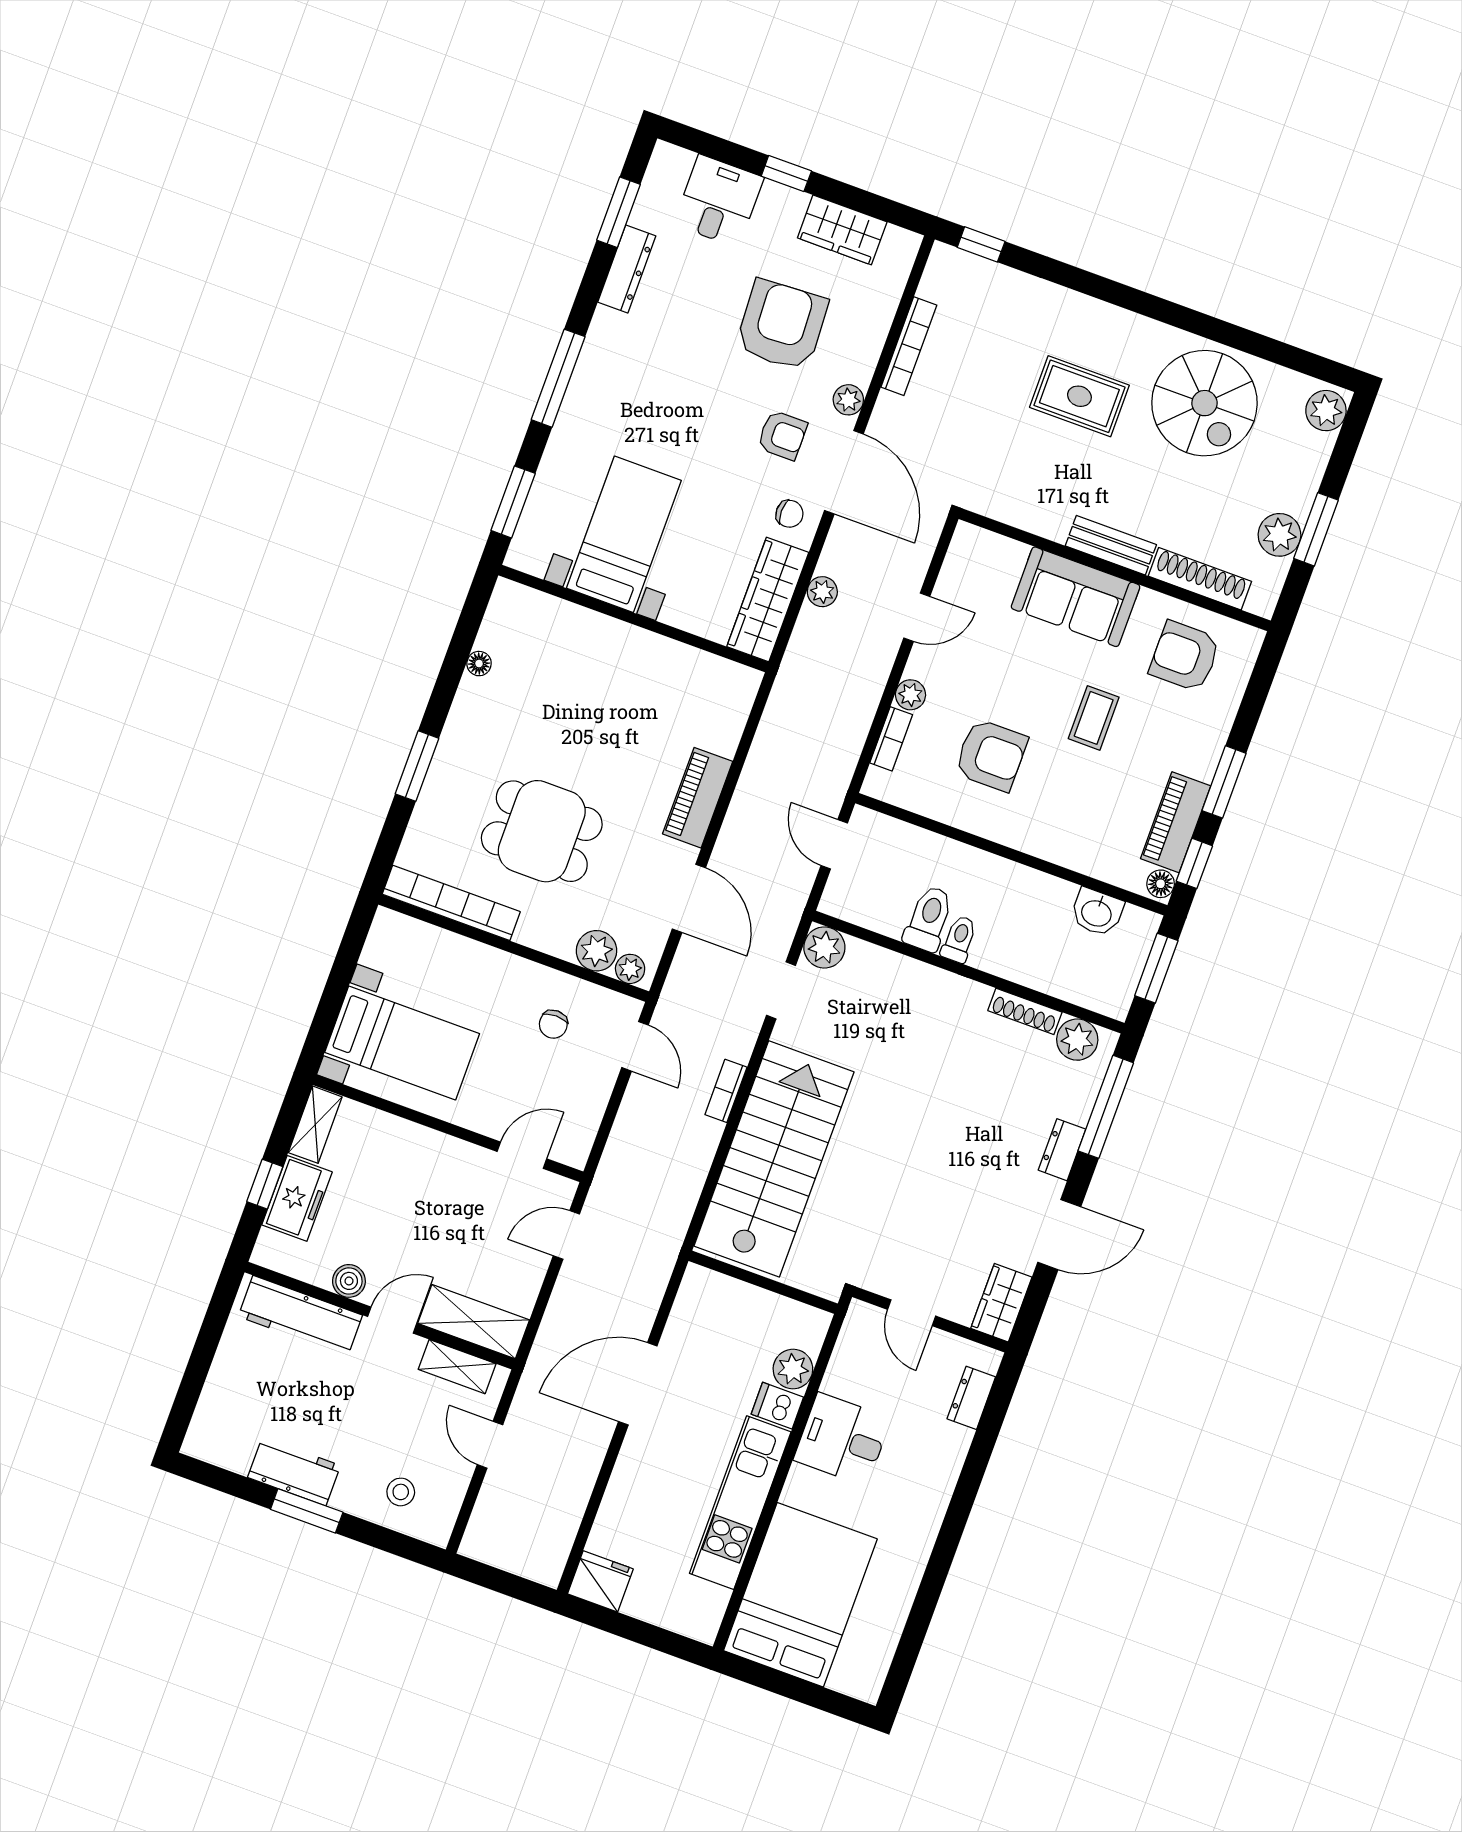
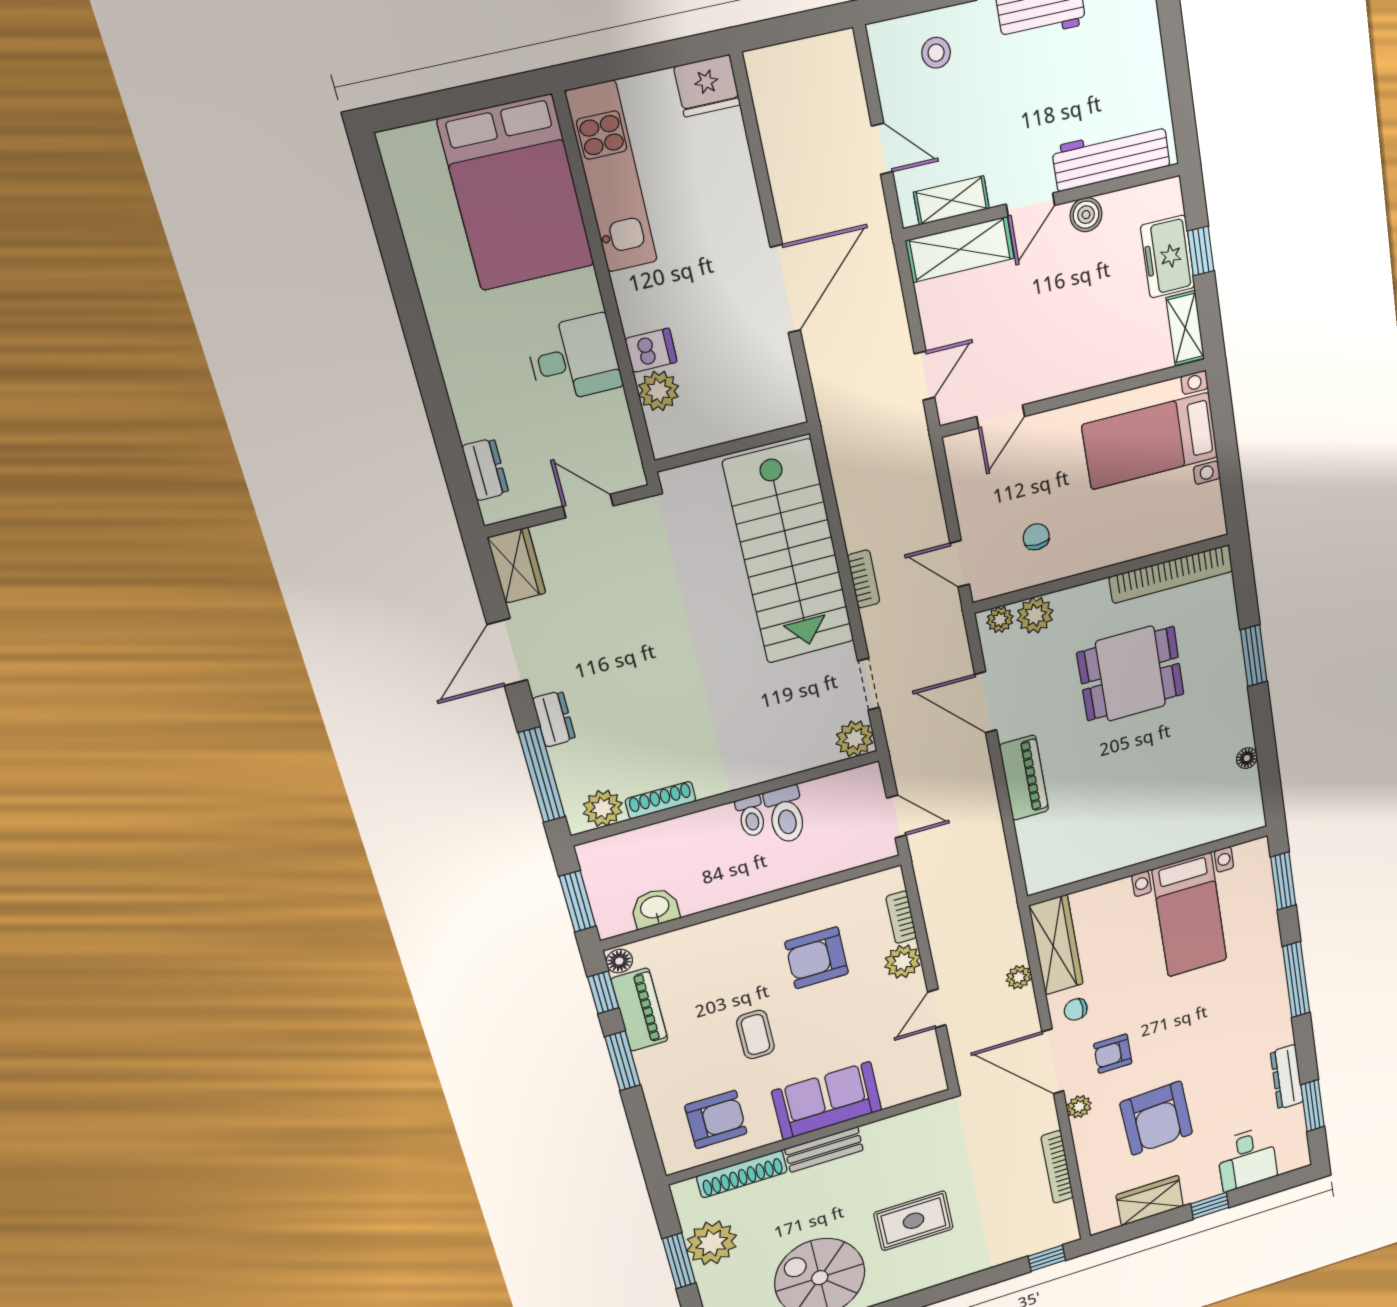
plant: (1279, 535) -> (712, 1243), width x1.36, depth x1.36
plant: (910, 695) -> (903, 962), width x1.38, depth x1.38
kitchen unit: (740, 1503) -> (612, 177), moved

